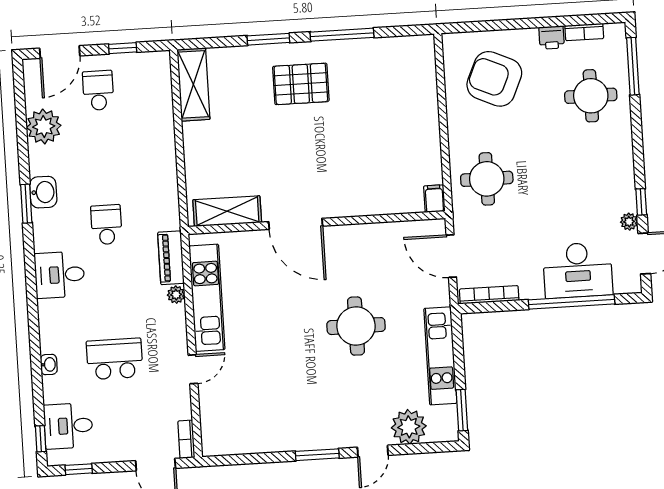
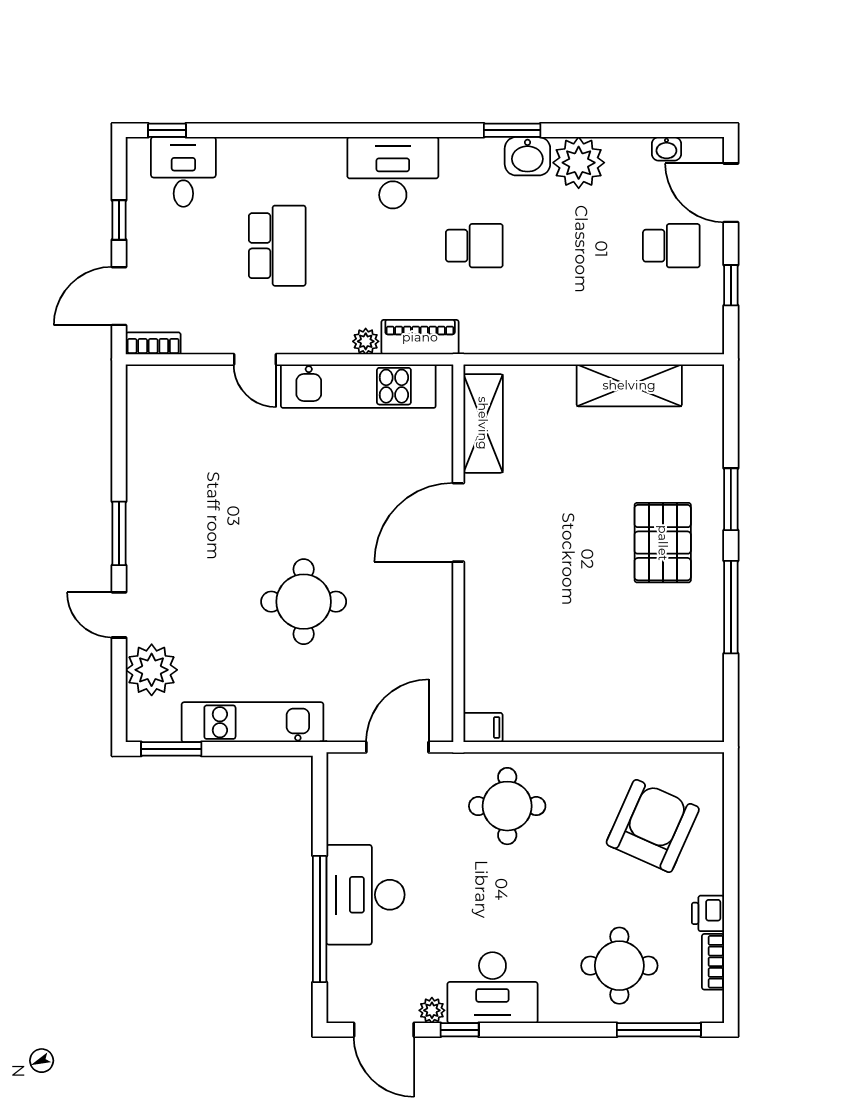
shelving: (193, 84) -> (629, 385), moved
plant: (44, 127) -> (579, 163), moved
desk: (611, 181) -> (492, 988), added
desk: (578, 270) -> (365, 895), moved
desk: (60, 275) -> (393, 173), width x1.37
bookcase: (489, 295) -> (337, 799), removed
washbasin: (49, 364) -> (666, 149), moved
window: (79, 469) -> (119, 220), moved

